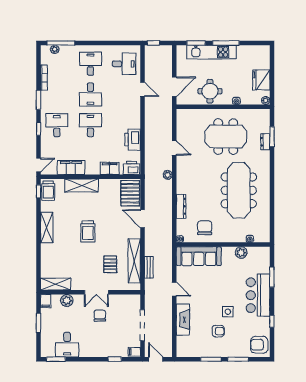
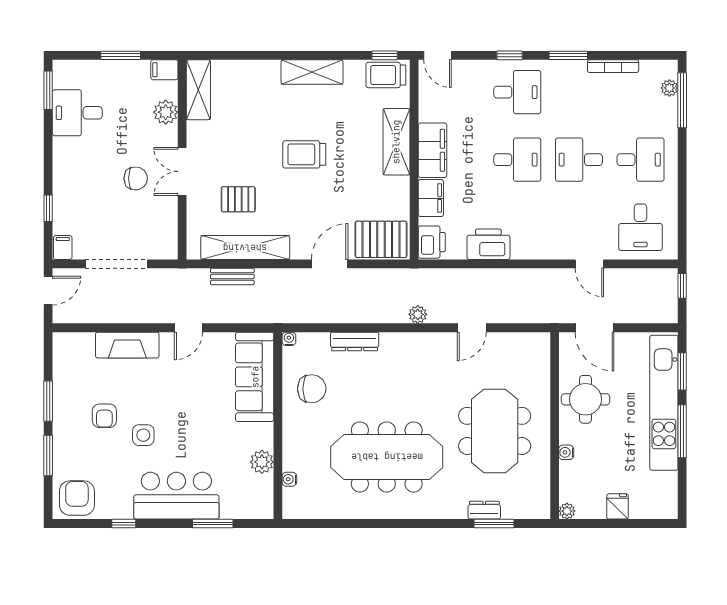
kitchen unit: (212, 52) -> (664, 403), width x1.36
fridge: (261, 80) -> (617, 506), width x0.53, depth x0.75
door: (142, 89) -> (589, 264), hinge flipped
filing cabinet: (71, 167) -> (433, 150), moved

